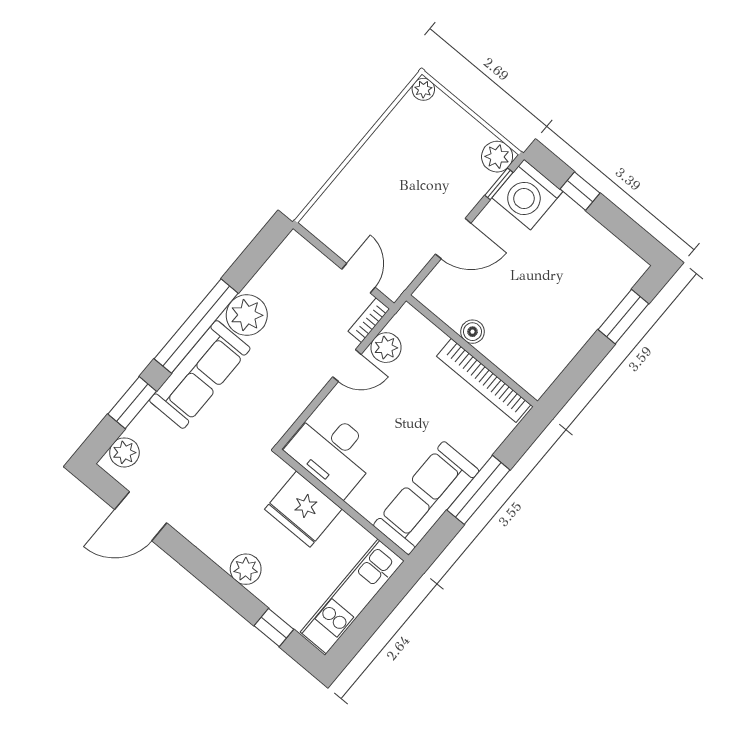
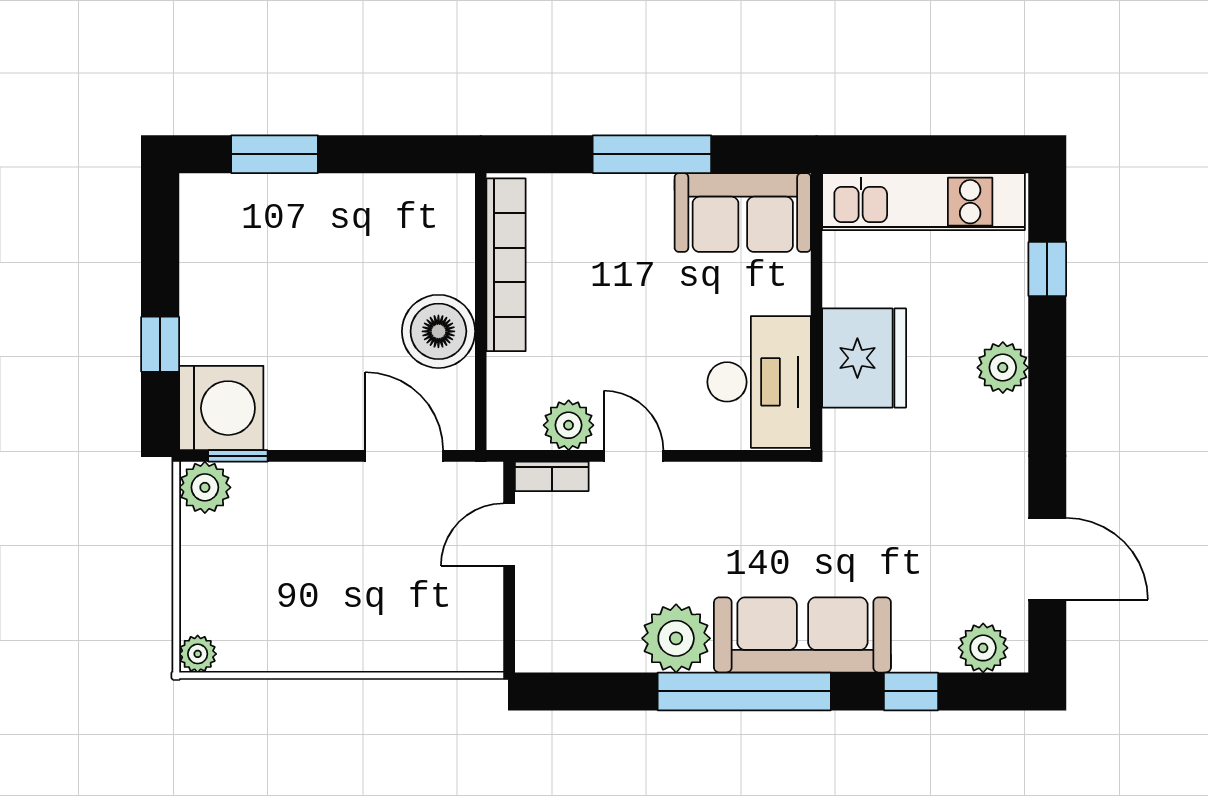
door: (453, 239) -> (404, 456), moved
boiler: (472, 332) -> (438, 331), width x1.86, depth x1.86
window: (132, 403) -> (911, 691), width x0.67
sofa: (426, 498) -> (743, 212), width x0.73

